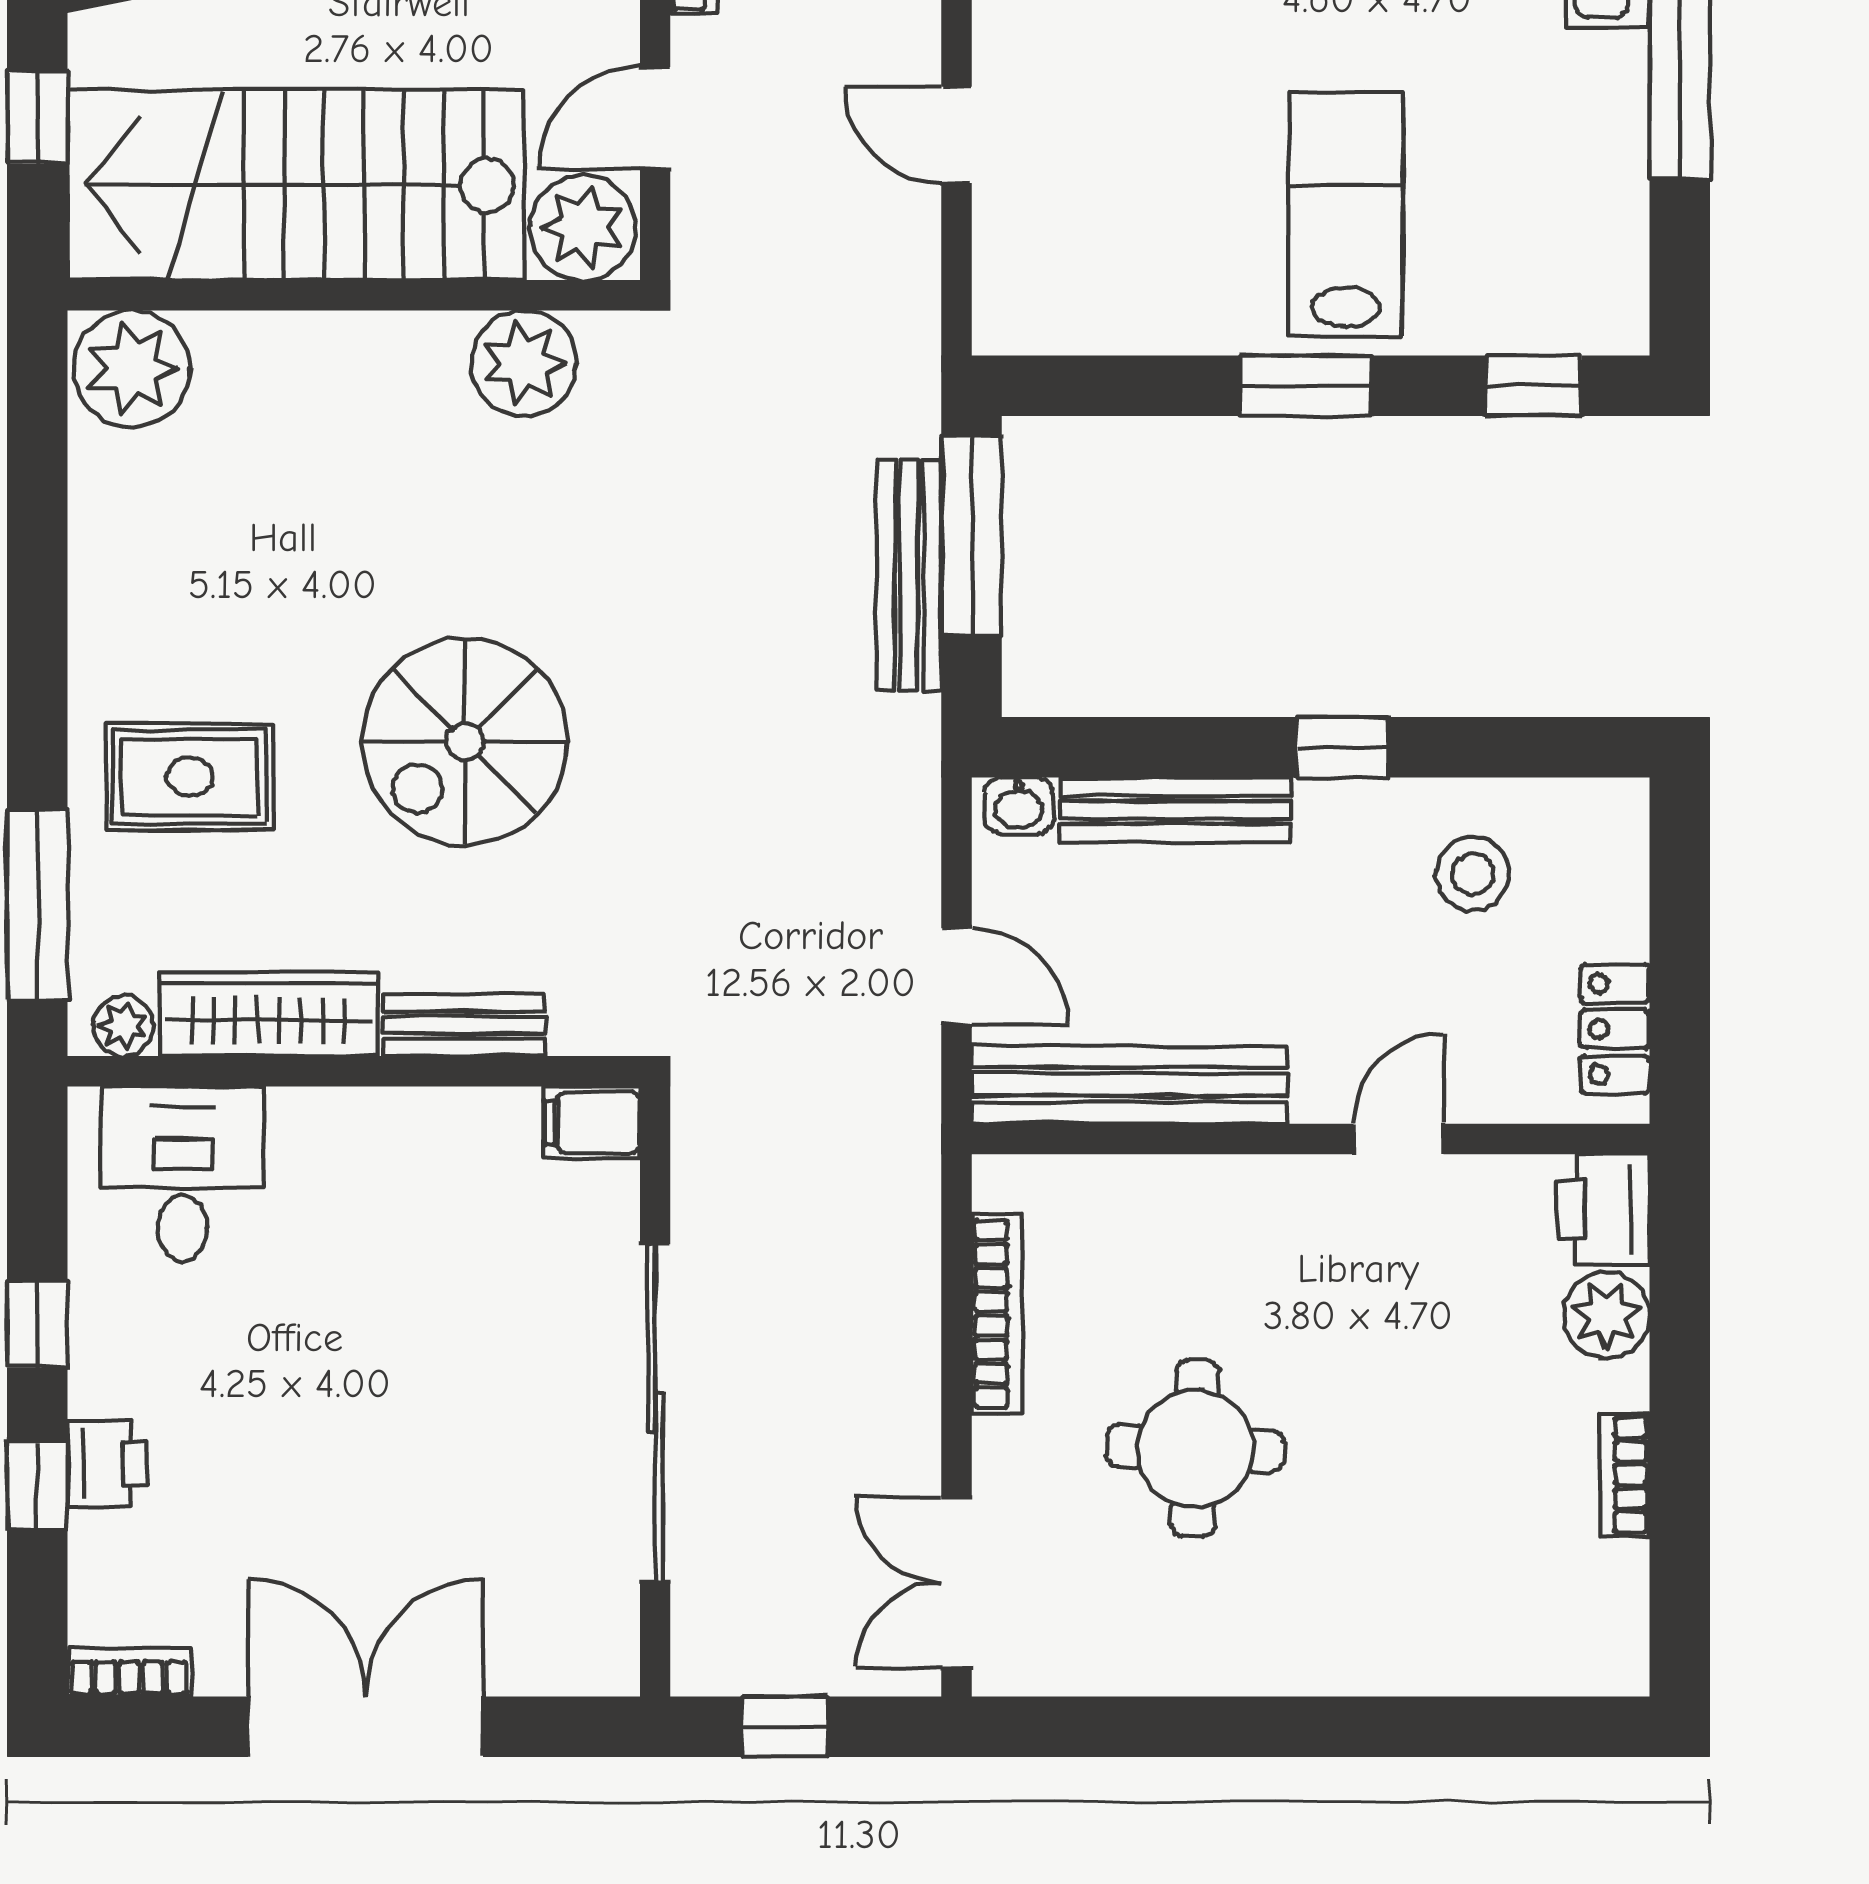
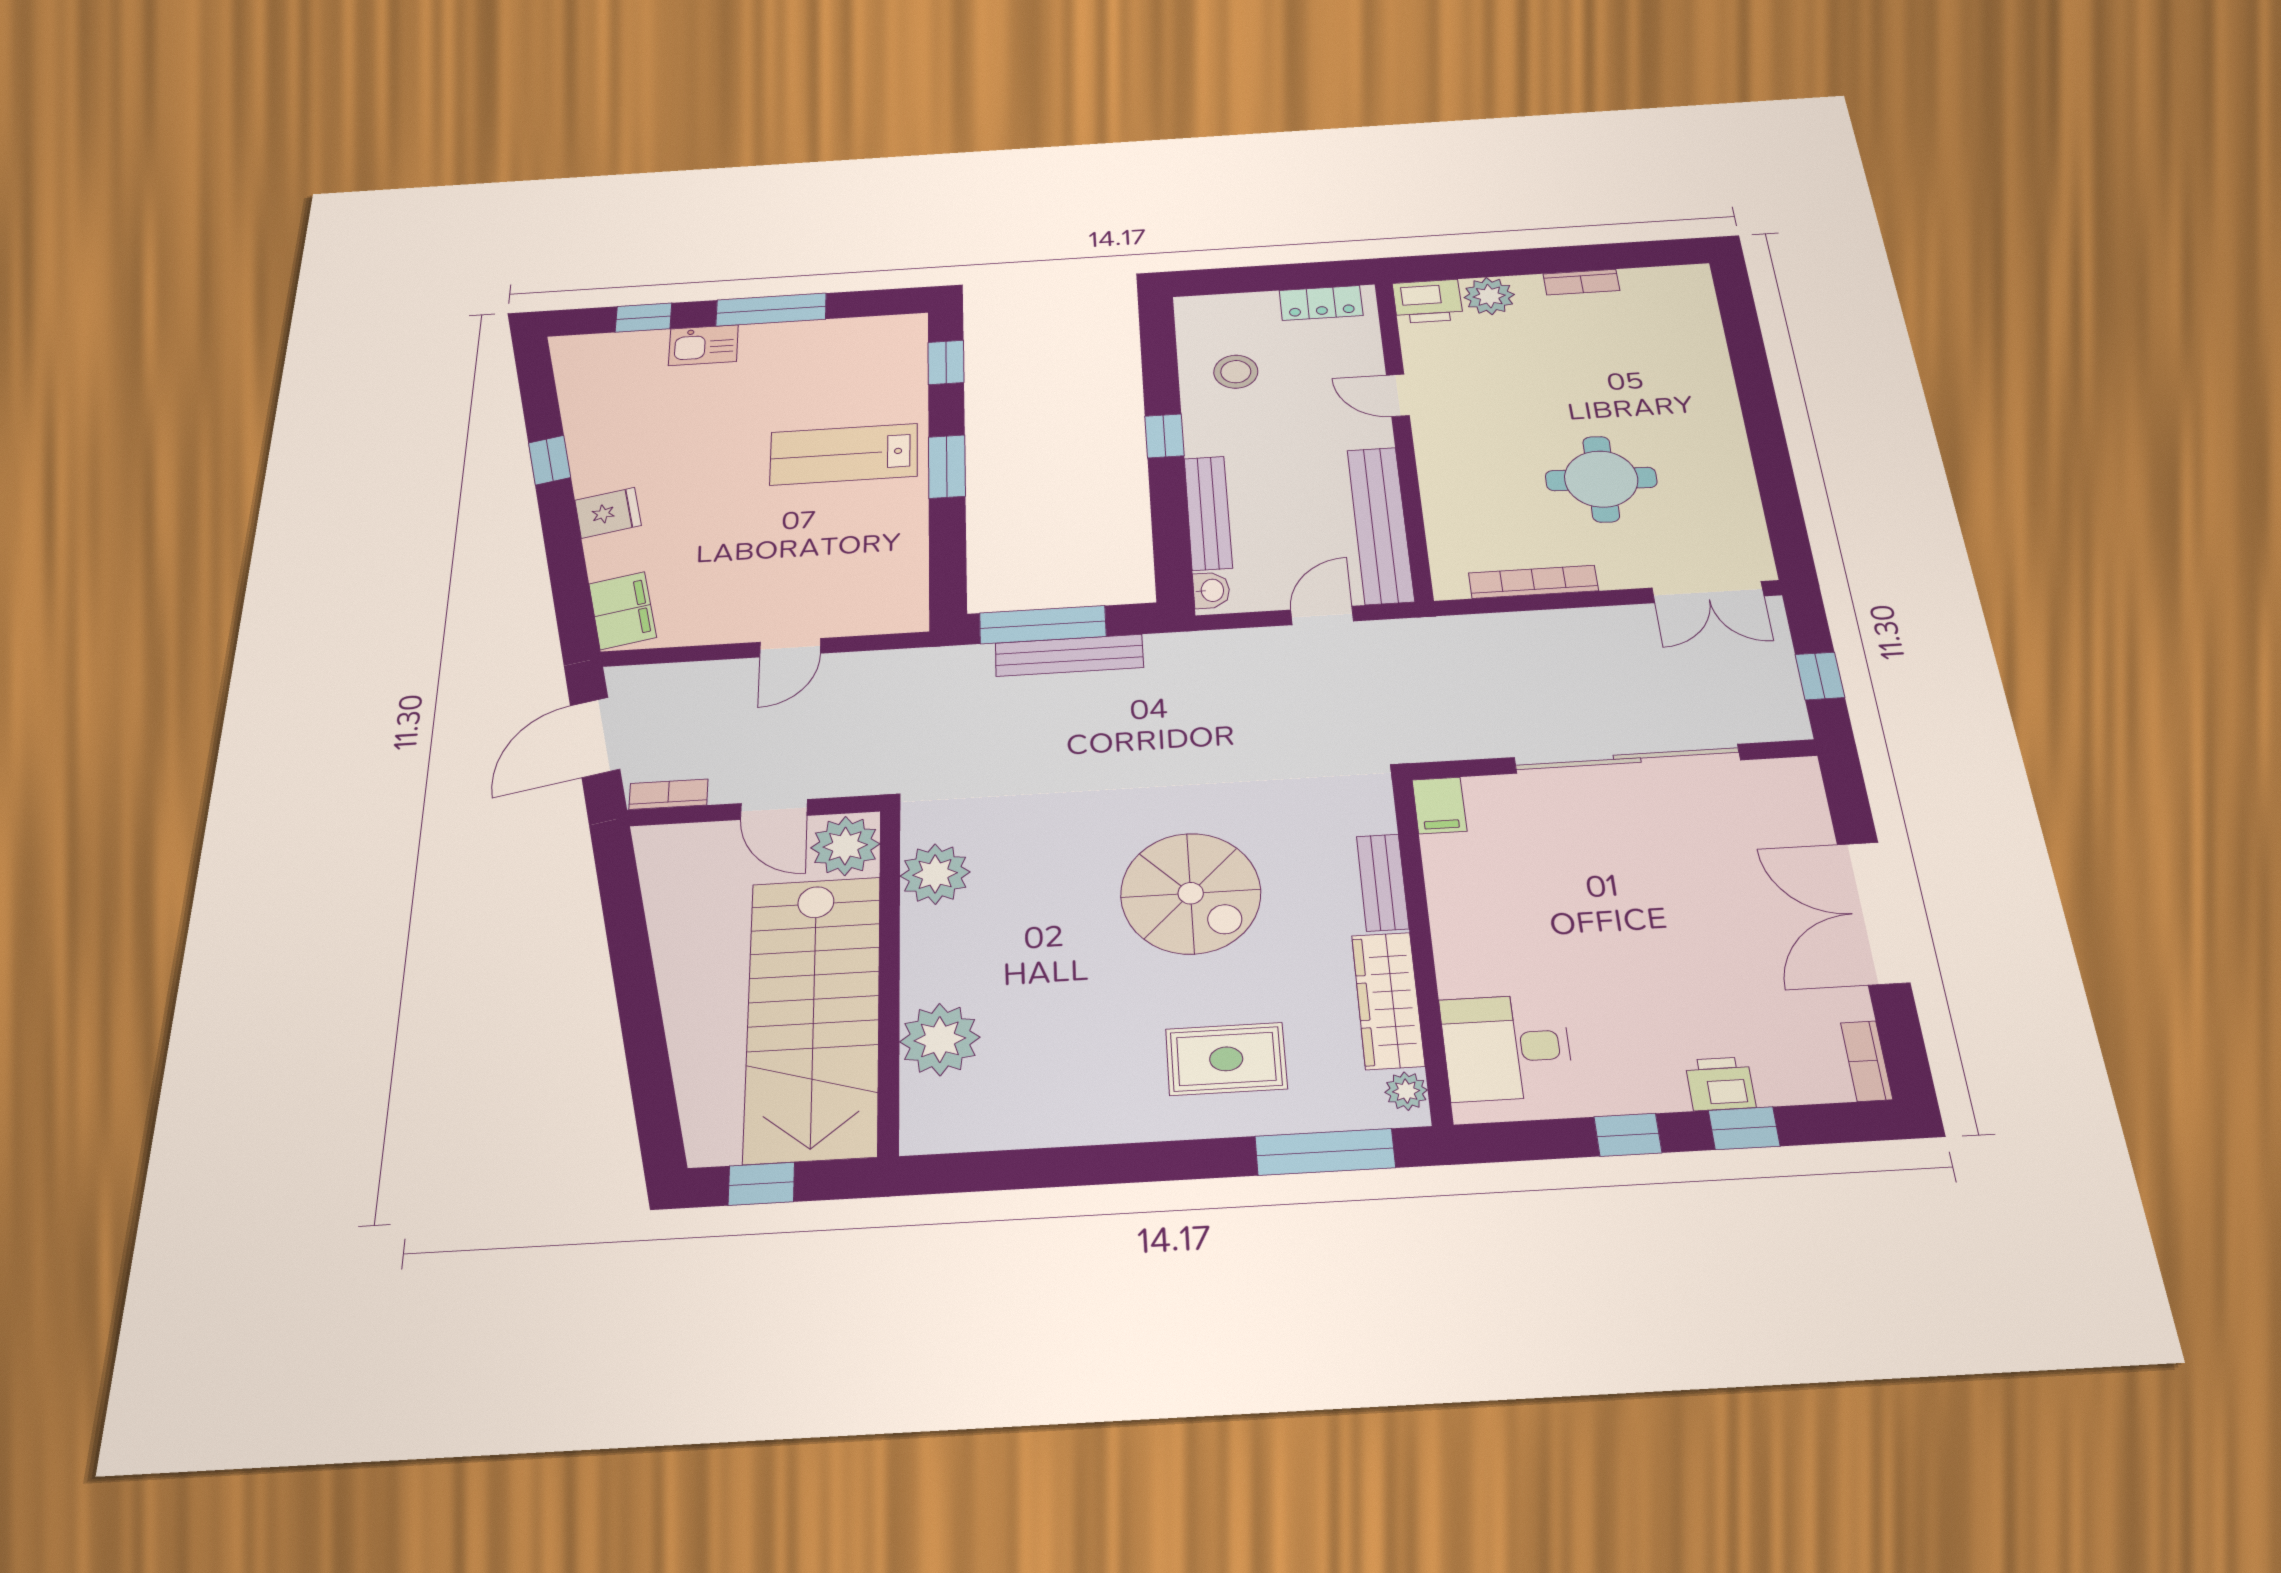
plant: (132, 369) -> (940, 1039), moved
rug: (190, 777) -> (1226, 1059), turned 90

